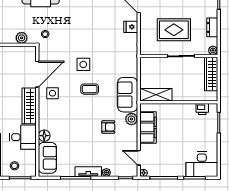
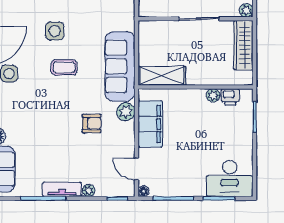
sofa: (128, 95) -> (120, 66), width x1.36
plant: (191, 108) -> (213, 95), added

